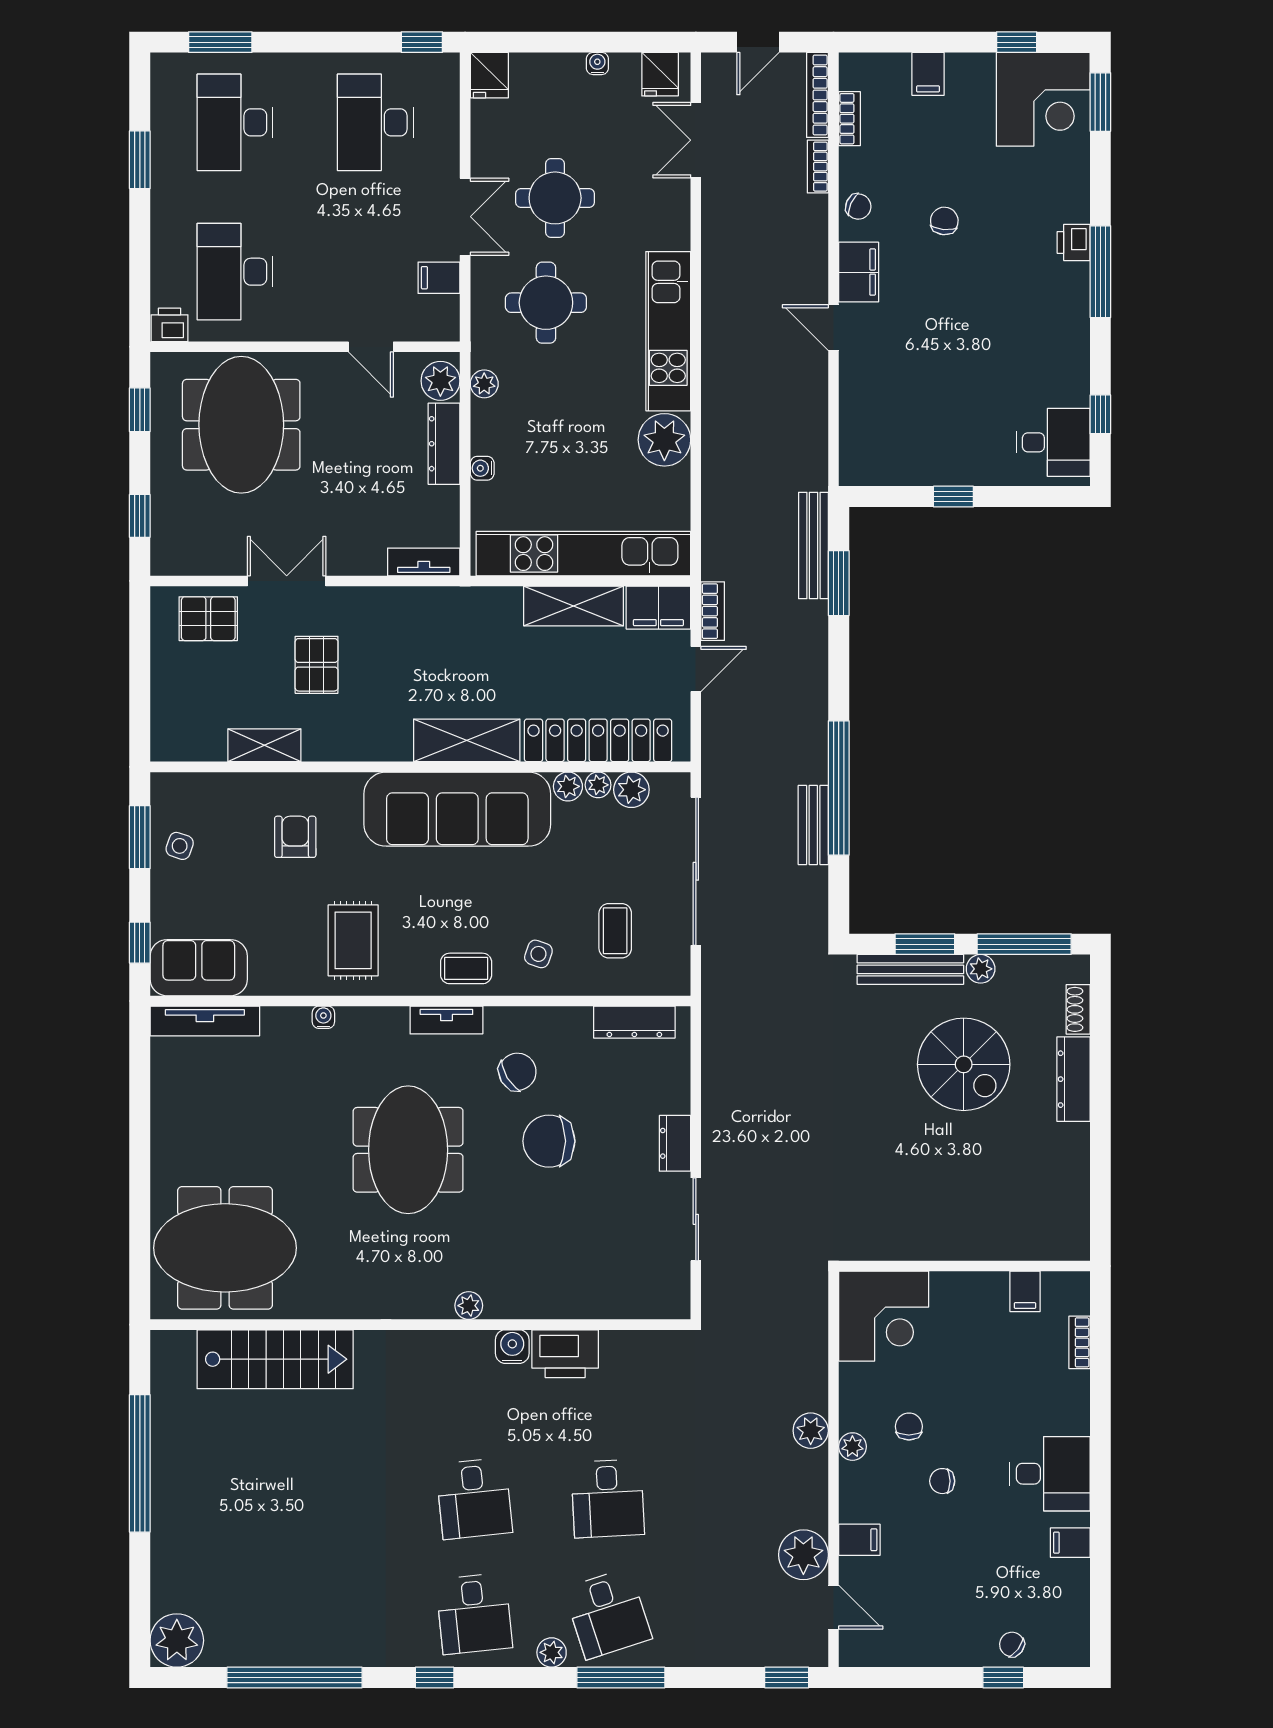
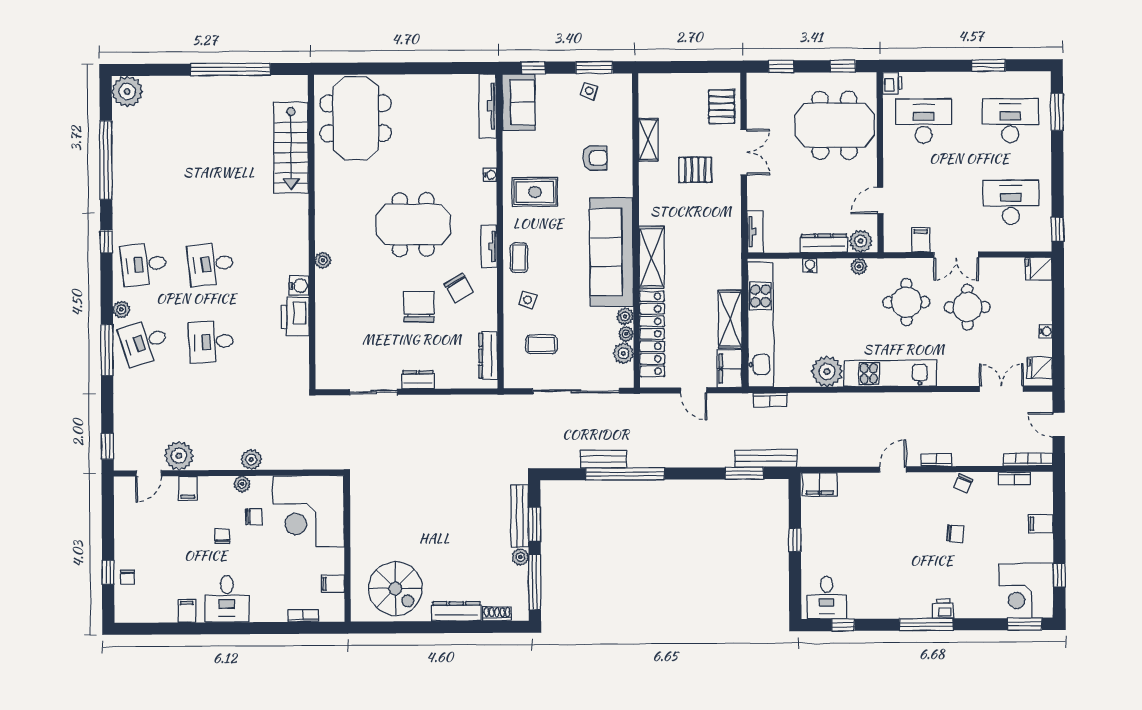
bookcase: (818, 167) -> (936, 460), moved
filing cabinet: (859, 272) -> (820, 484), moved
bookcase: (713, 611) -> (770, 400), moved
spiral stairs: (964, 1064) -> (395, 589), moved, turned -90
corner desk: (884, 1316) -> (309, 511), width x1.36, depth x1.36
chair: (1012, 1644) -> (127, 577), turned 143

